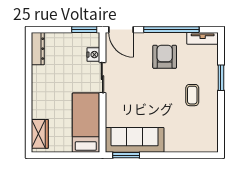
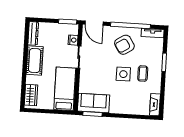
armchair: (165, 57) -> (124, 45), turned -122
cot: (42, 86) -> (35, 60), added
side table: (166, 97) -> (123, 74), added
fireplace: (212, 137) -> (155, 105), added
sofa: (135, 140) -> (94, 103), width x0.73

